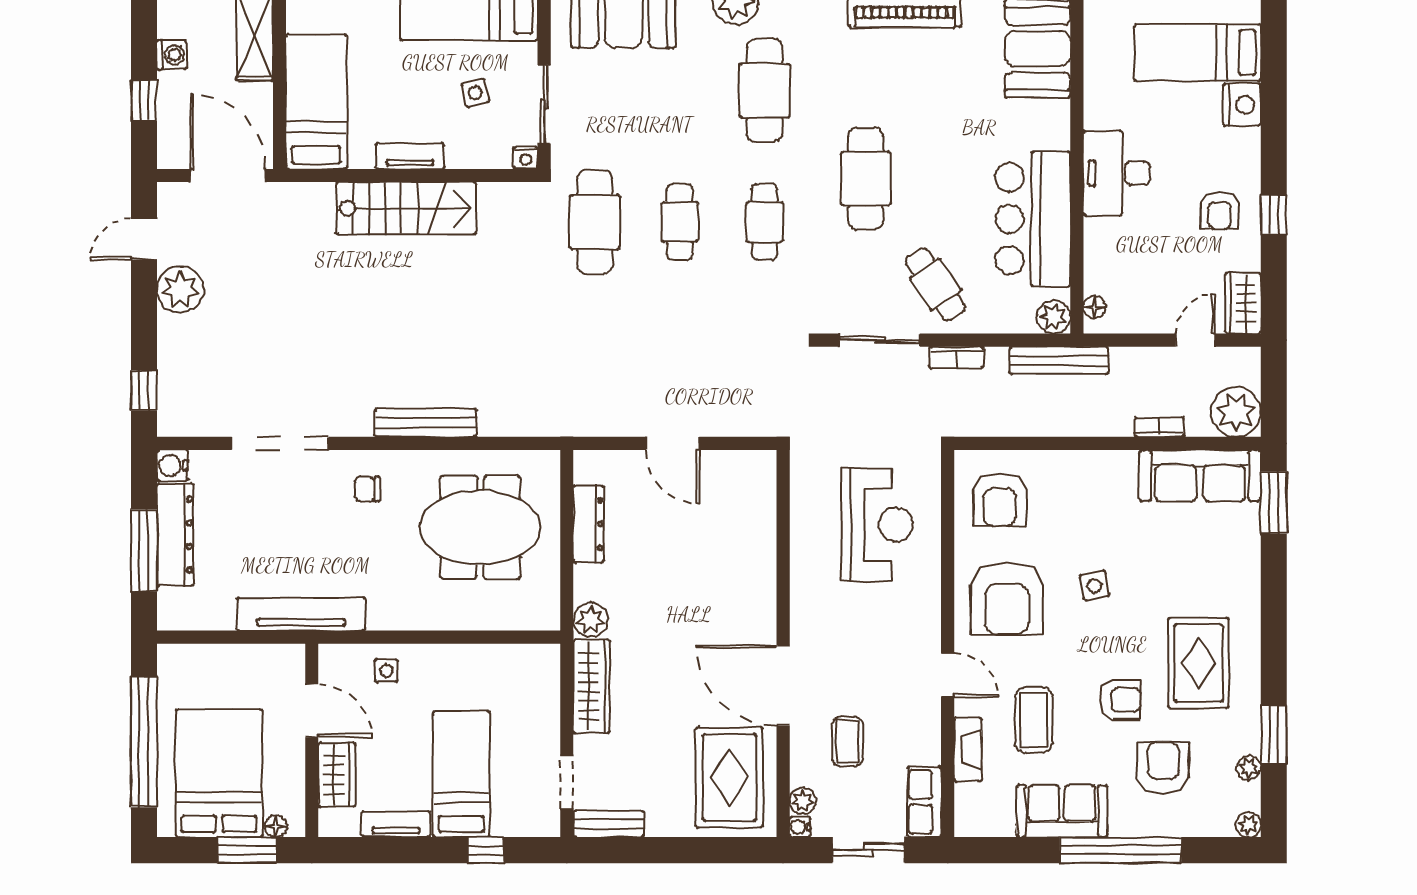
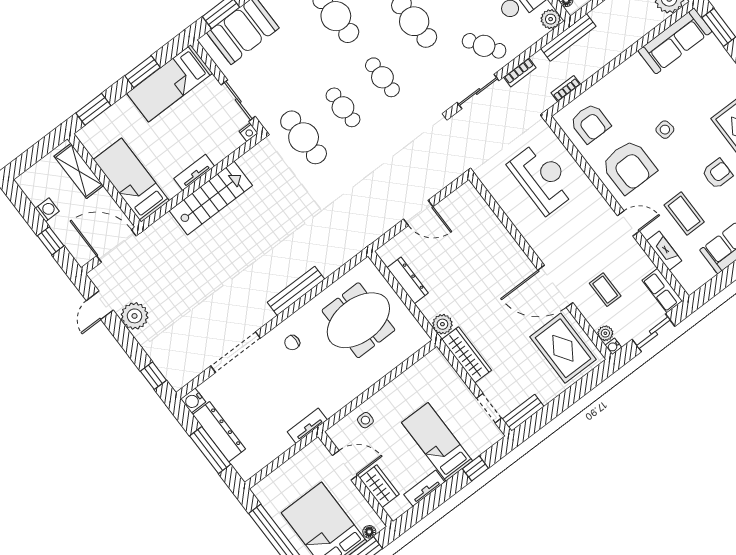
side table: (475, 93) -> (202, 120), removed
bookcase: (1159, 427) -> (566, 89), moved
tv unit: (301, 614) -> (307, 426), width x0.52, depth x0.78

